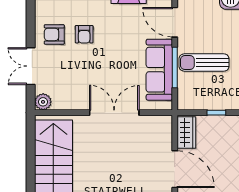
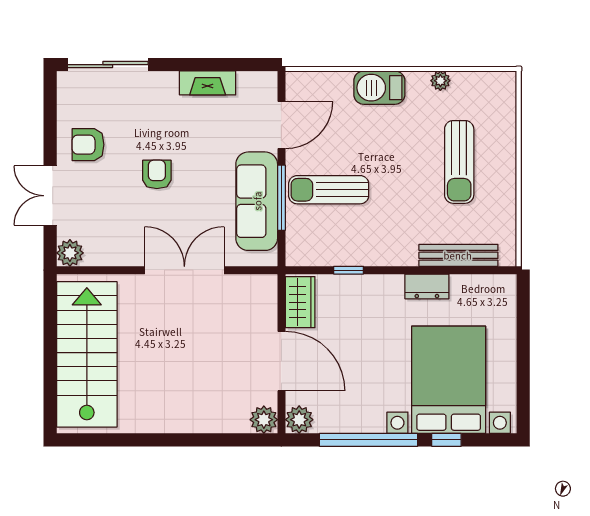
door: (175, 22) -> (281, 125), swing flipped
armchair: (84, 34) -> (157, 174), moved, turned 180

